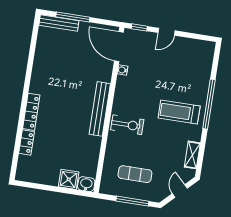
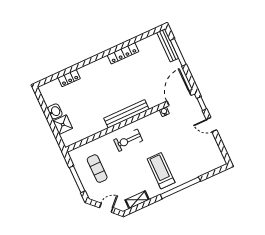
locker: (31, 112) -> (123, 53), moved
exercise bike: (127, 125) -> (128, 140), turned 90
washbasin: (86, 184) -> (55, 111), moved

